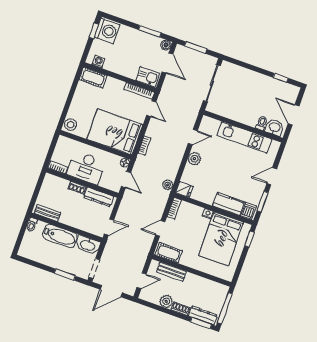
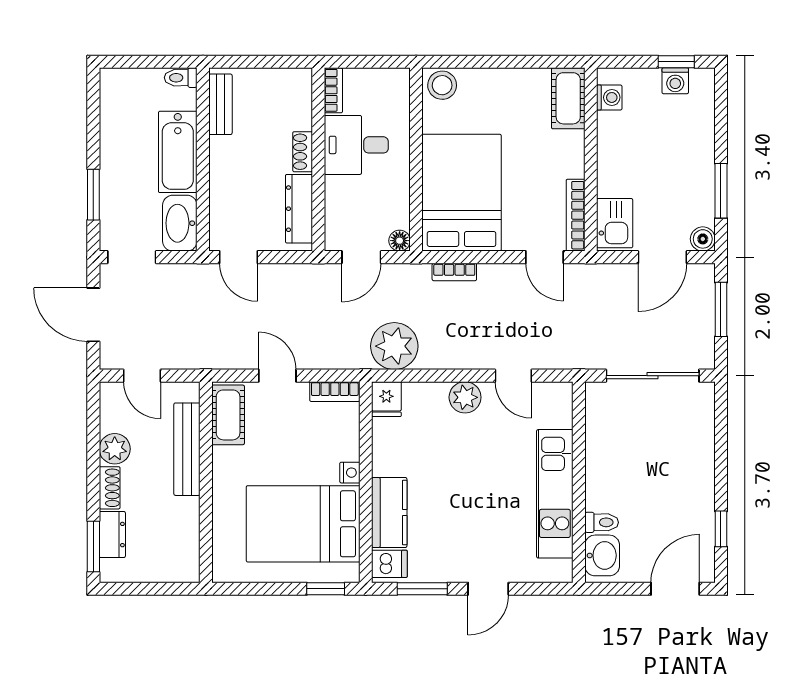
washing machine: (107, 31) -> (675, 81), width x0.53, depth x0.53
door: (151, 109) -> (545, 257), hinge flipped
door: (294, 115) -> (675, 589), moved
desk: (86, 168) -> (356, 145), width x0.73
door: (272, 176) -> (488, 589), swing flipped
plant: (168, 185) -> (394, 346), width x1.87, depth x1.87
bench: (171, 272) -> (187, 449), width x1.36
window: (225, 308) -> (147, 589), removed
dresser: (203, 315) -> (112, 535), width x0.70

